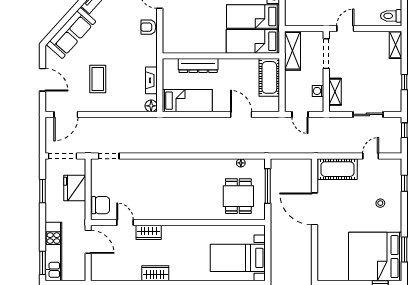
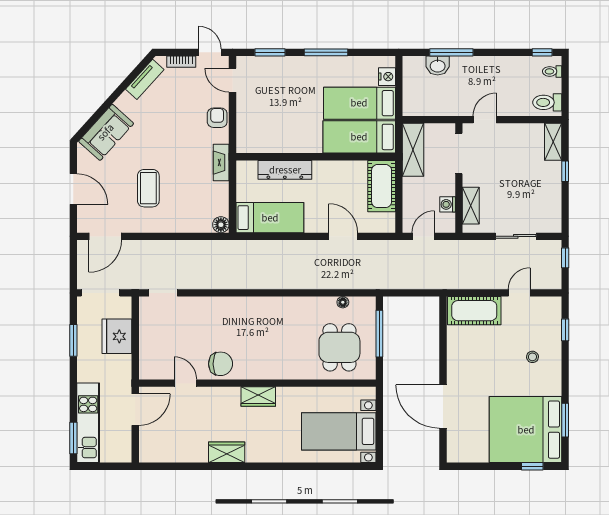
armchair: (148, 27) -> (217, 118), turned 90
sofa: (71, 33) -> (106, 132), width x0.73
fireplace: (151, 80) -> (221, 163), moved
window: (404, 82) -> (565, 171), moved
door: (300, 114) -> (423, 236), swing flipped
chair: (101, 205) -> (221, 364), moved
door: (315, 209) -> (443, 407), moved
wardrobe: (149, 232) -> (258, 397), moved
door: (88, 242) -> (135, 410), hinge flipped

